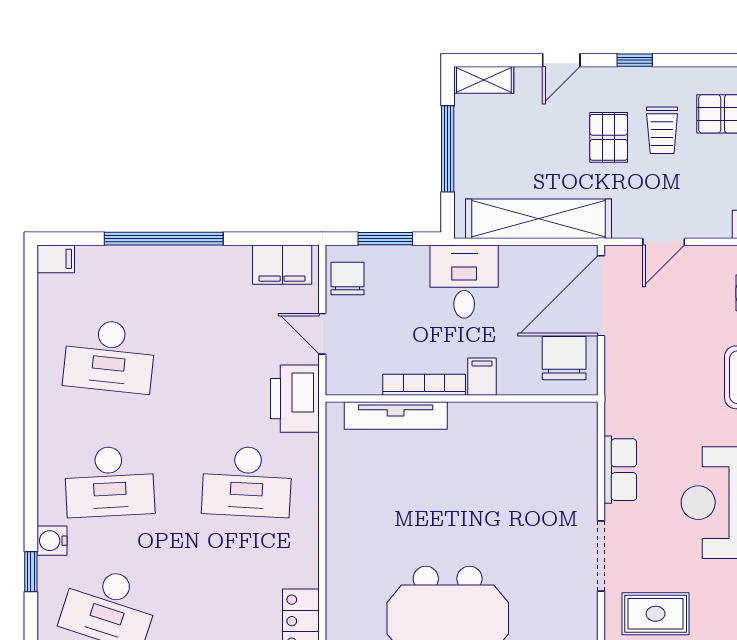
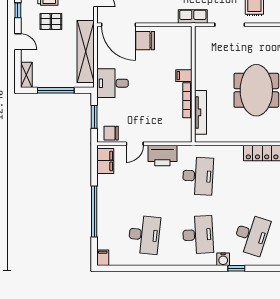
filing cabinet: (482, 377) -> (184, 76), moved
bookcase: (424, 385) -> (187, 100), moved
wall: (462, 398) -> (193, 84), moved
tv unit: (396, 416) -> (200, 112), moved

